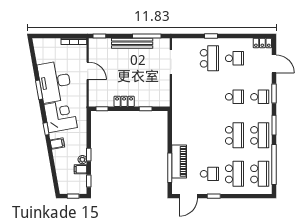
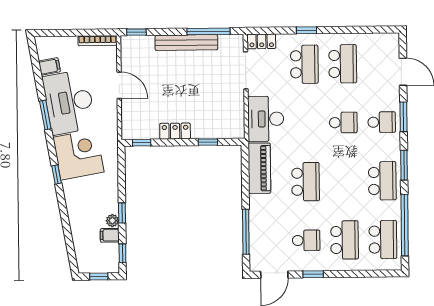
locker: (262, 43) -> (262, 41), moved
school desk: (235, 58) -> (343, 64), width x1.85
desk: (184, 94) -> (266, 119), added
school desk: (235, 135) -> (306, 182), moved
filing cabinet: (57, 143) -> (49, 66), moved
piano: (179, 161) -> (259, 168), moved

